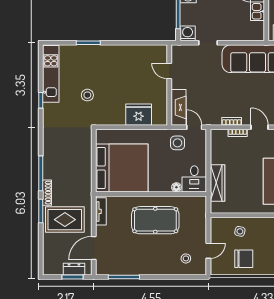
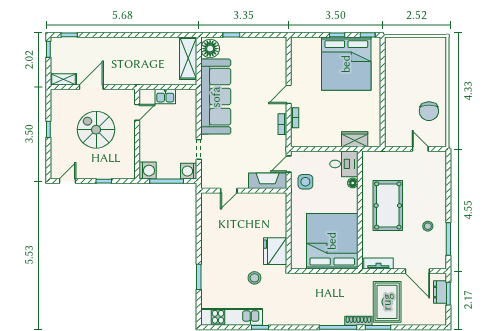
fridge: (139, 115) -> (275, 251), moved
wardrobe: (217, 183) -> (355, 139), width x0.67
side table: (240, 231) -> (400, 115), removed
stool: (186, 258) -> (428, 226), moved
chair: (244, 259) -> (429, 111), turned 180

